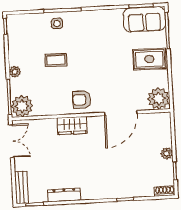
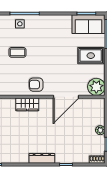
dresser: (64, 195) -> (42, 158), moved

